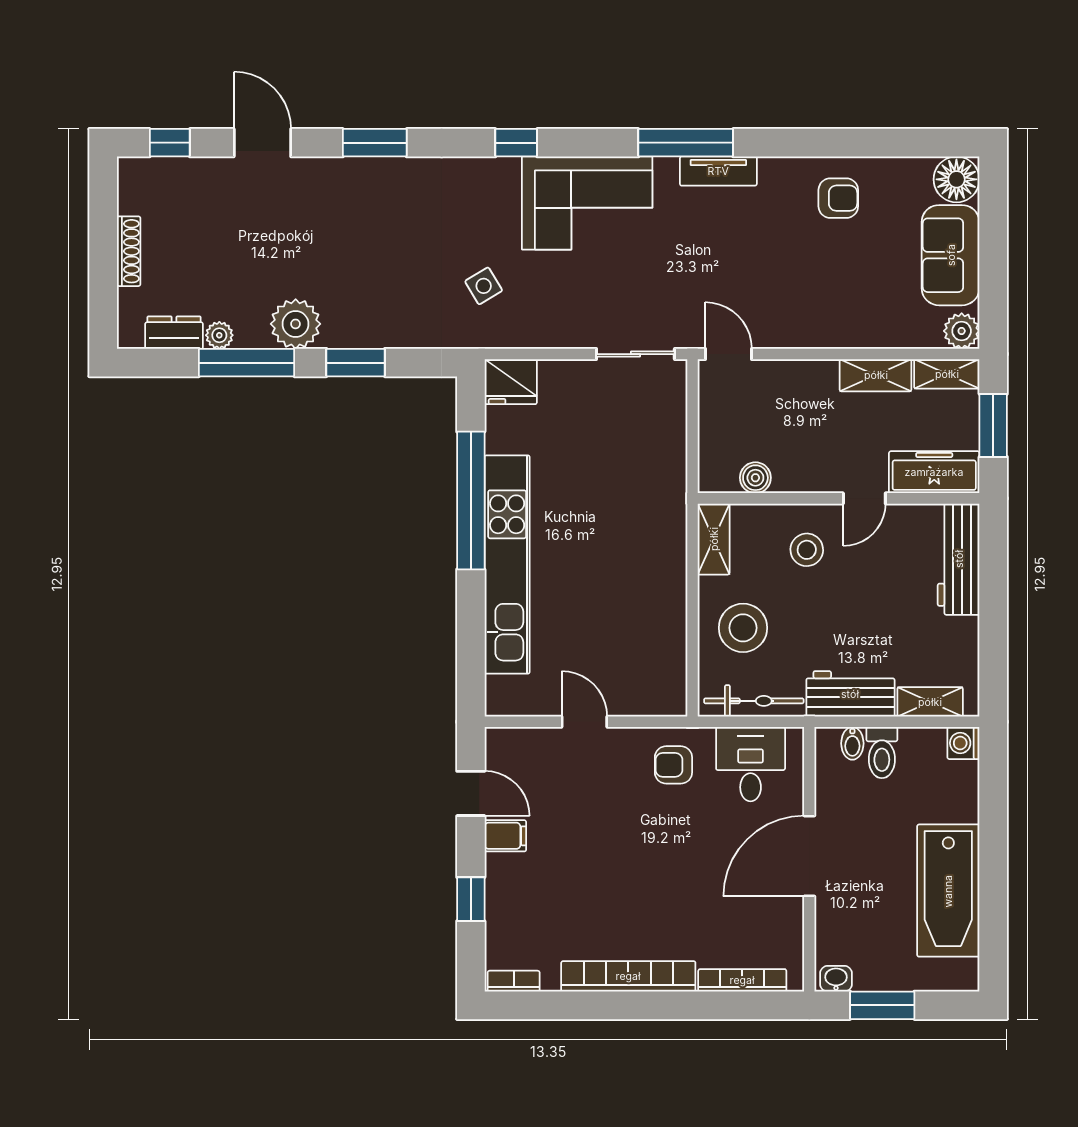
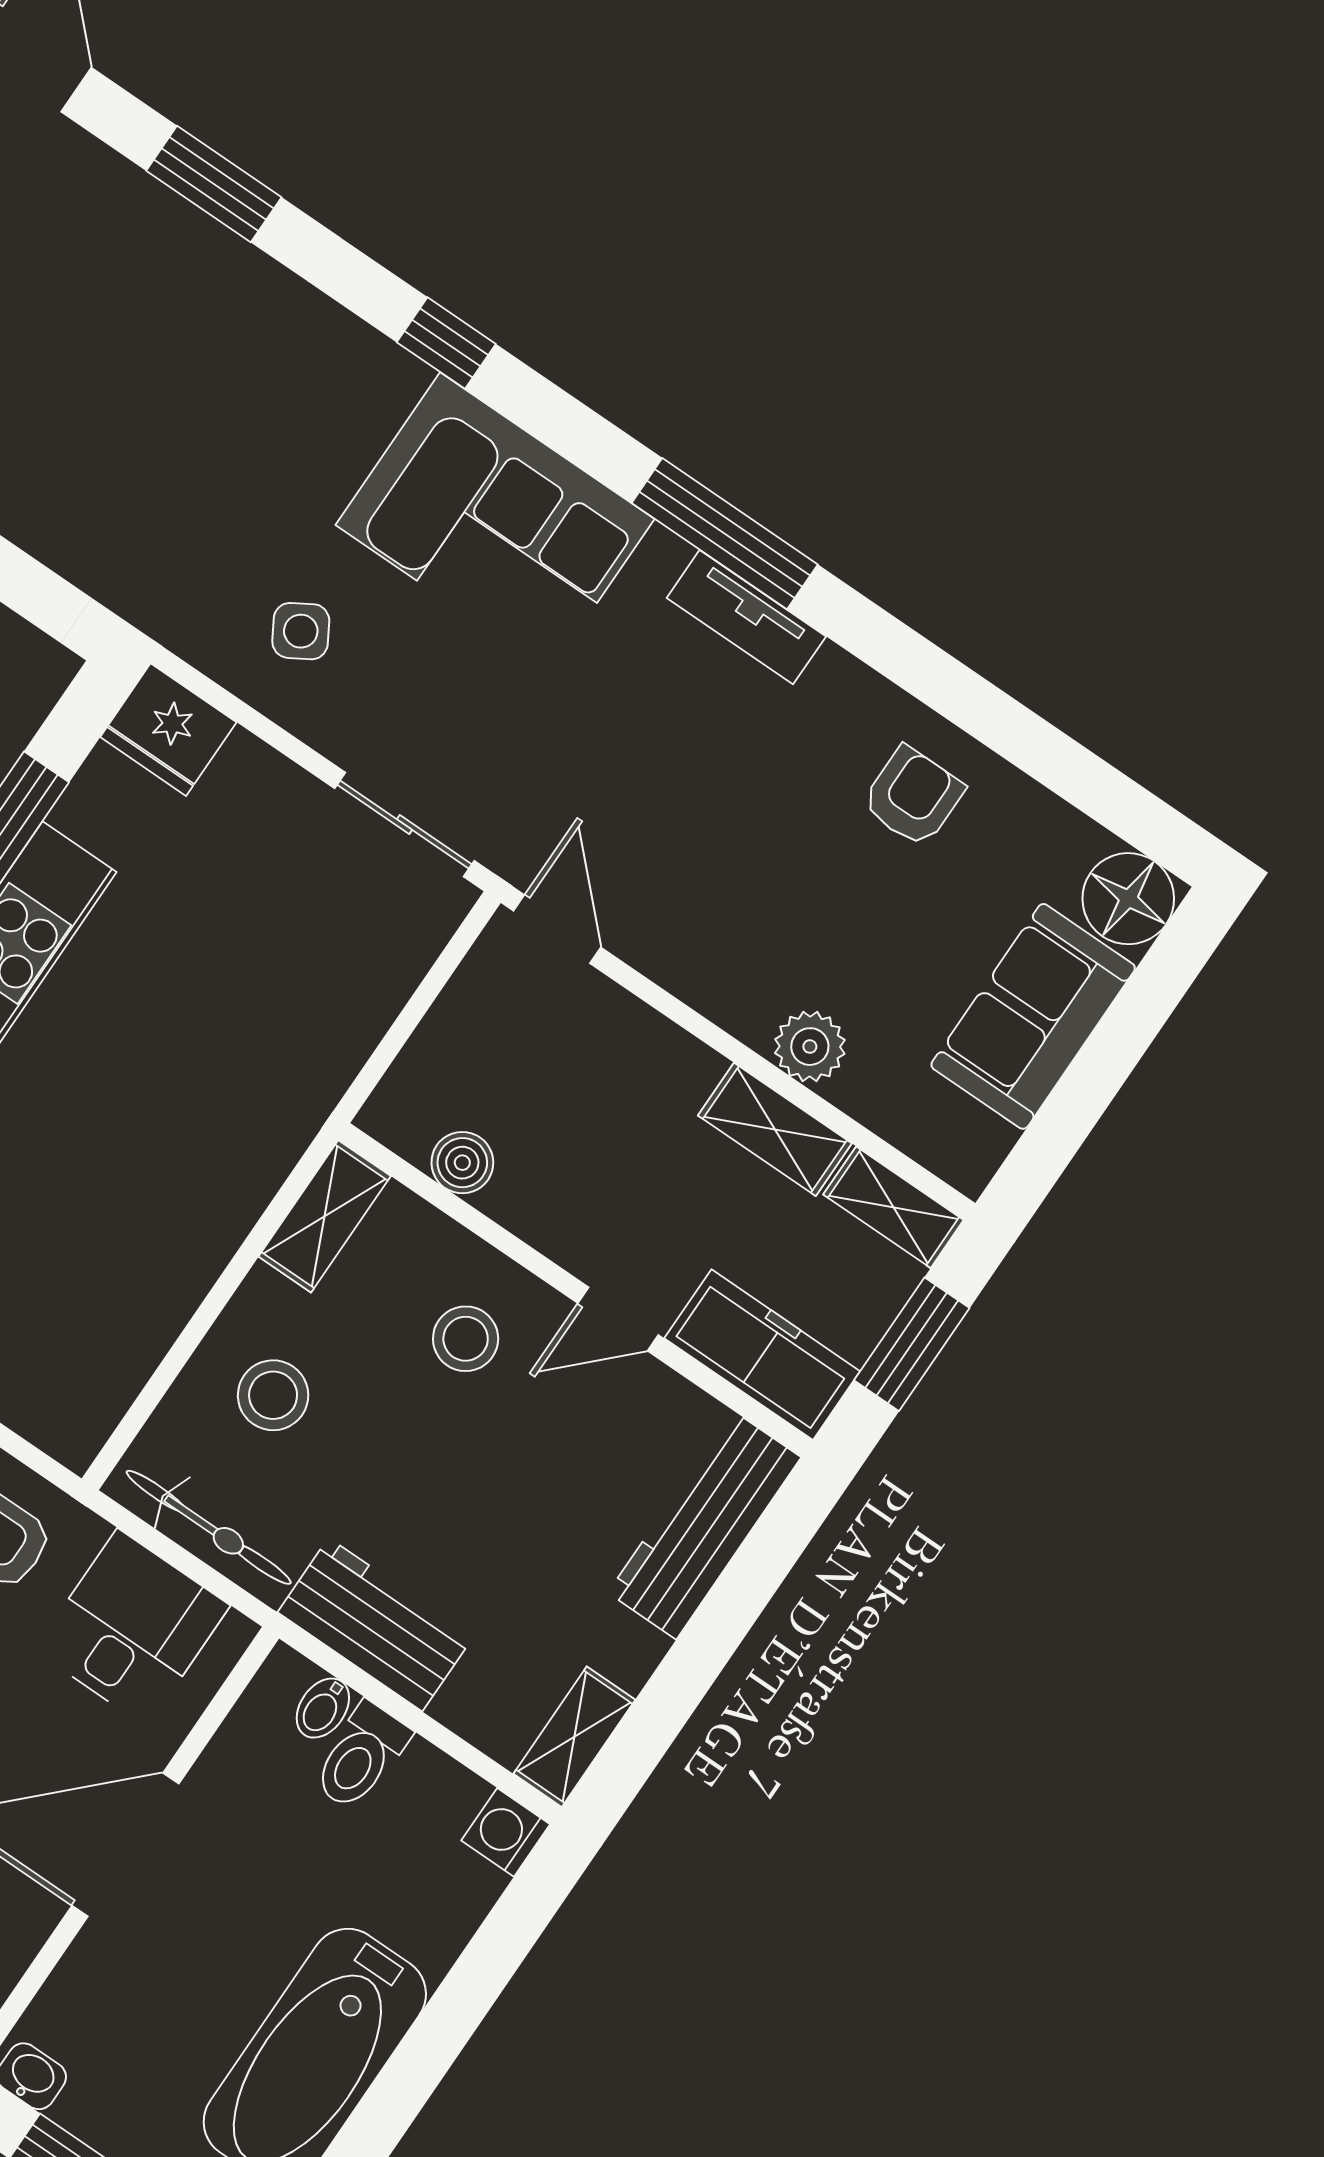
armchair: (838, 198) -> (913, 797), turned -90
side table: (484, 286) -> (301, 631), moved
plant: (962, 331) -> (810, 1047), moved
stool: (743, 628) -> (273, 1395), width x0.73, depth x0.73
shelving: (930, 702) -> (574, 1737), moved, turned 90

